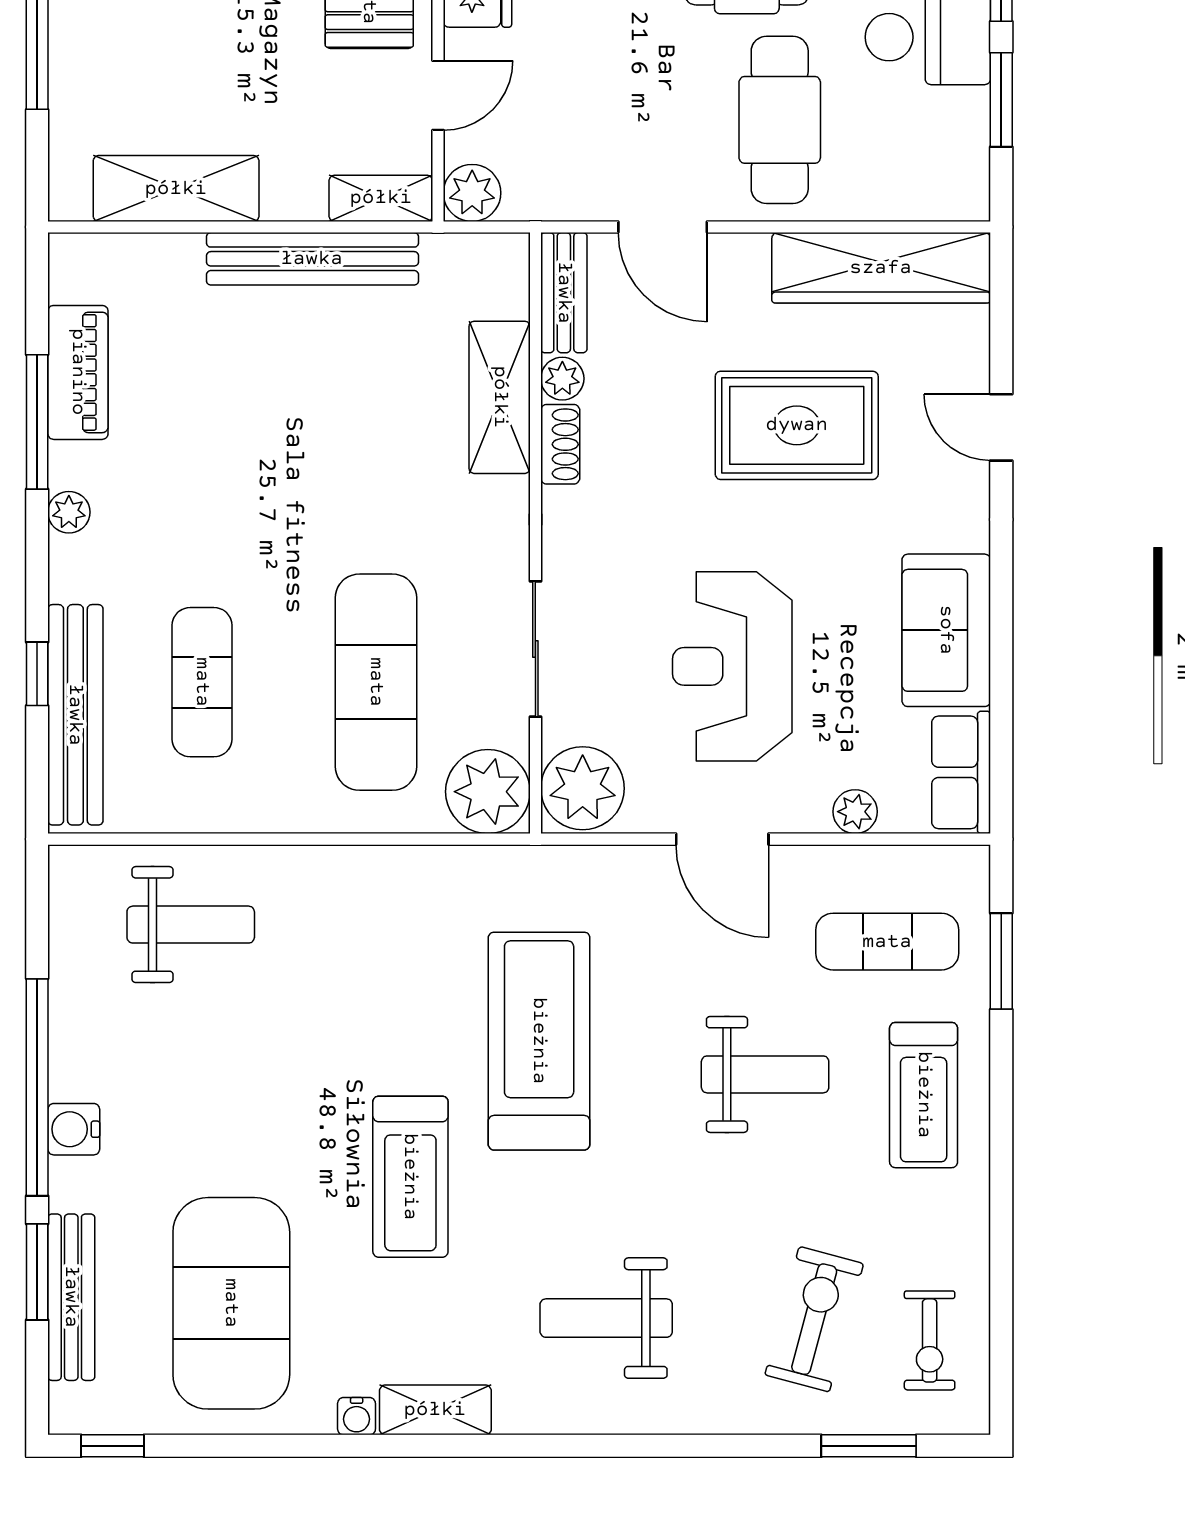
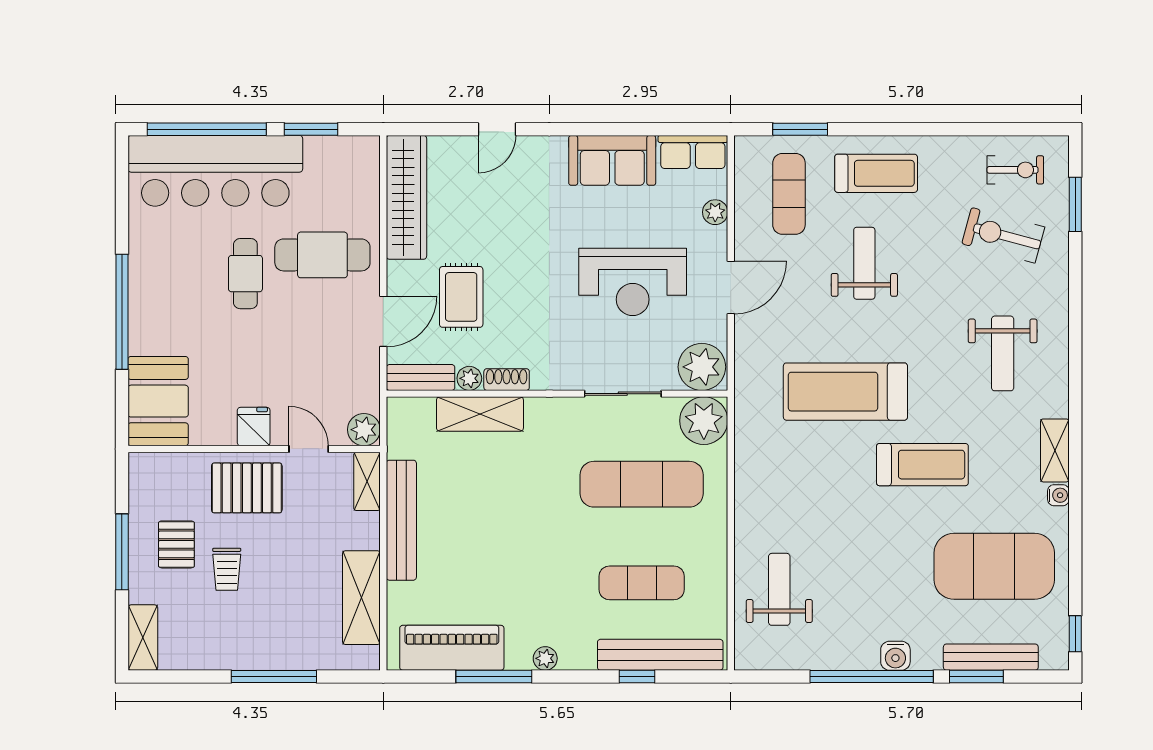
piano: (78, 372) -> (452, 648), width x1.37, depth x1.33
rug: (797, 425) -> (461, 297), moved, width x0.73, depth x0.70

